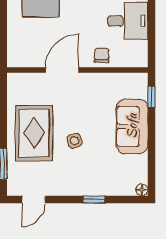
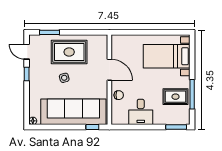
sofa: (132, 126) -> (73, 112), width x1.85, depth x1.27
window: (94, 199) -> (27, 74), moved

